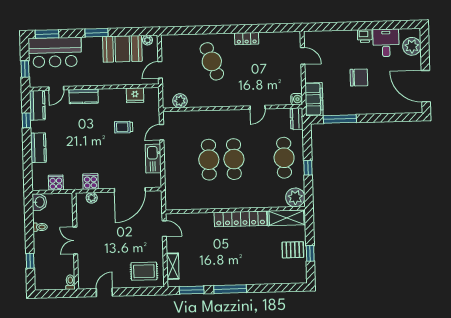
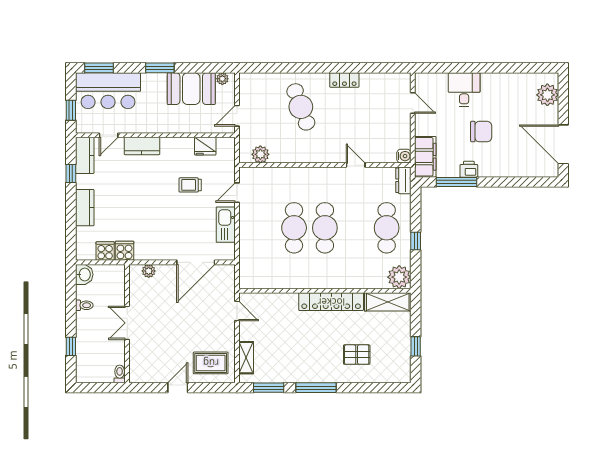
printer: (365, 36) -> (469, 169), moved, turned 180
desk: (386, 43) -> (464, 90), moved
door: (258, 107) -> (356, 165), swing flipped
cooker: (90, 181) -> (124, 251), moved
pallet: (293, 250) -> (357, 355), moved
door: (104, 292) -> (178, 388), moved

